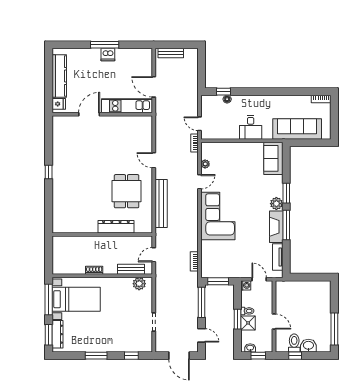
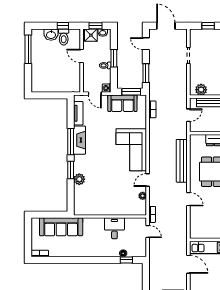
desk: (251, 127) -> (114, 228), moved
sofa: (273, 158) -> (122, 103), moved, turned 90
plant: (276, 204) -> (79, 179), moved
window: (202, 302) -> (146, 73), width x0.69
shower: (248, 323) -> (91, 35), moved

